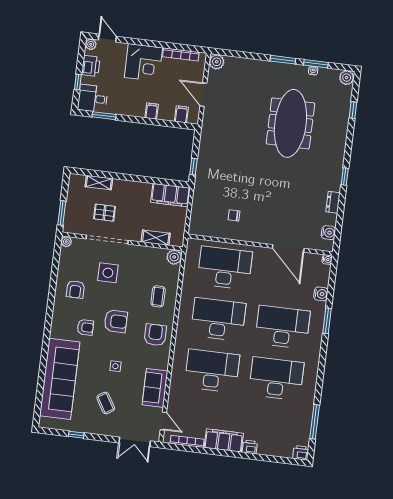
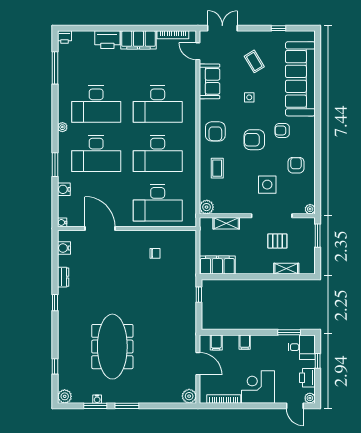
plant: (314, 359) -> (62, 127), added
printer: (250, 447) -> (107, 40), width x1.87, depth x1.48

